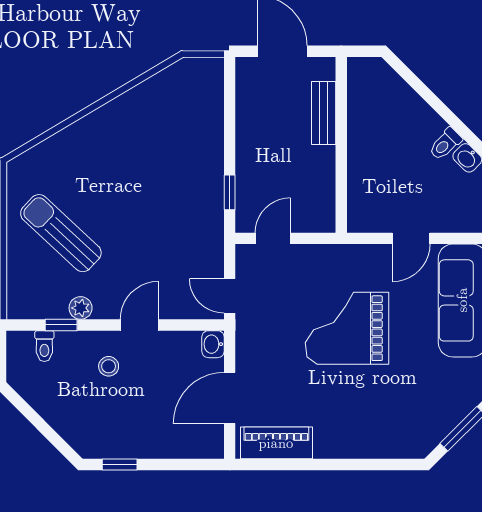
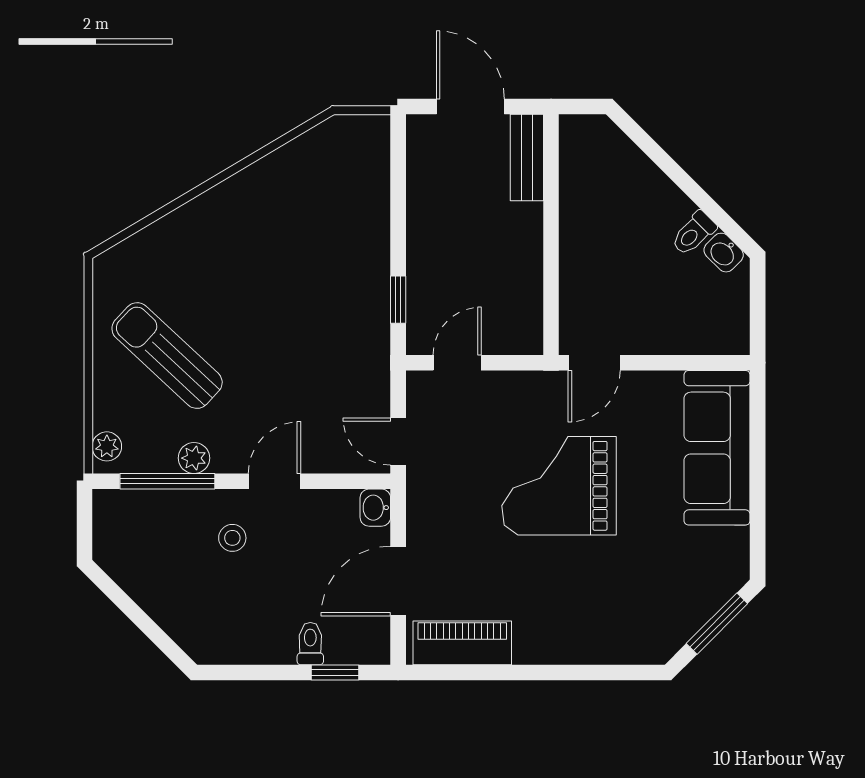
bench: (324, 113) -> (527, 158), moved
door: (411, 238) -> (594, 363), moved
plant: (17, 299) -> (107, 446), added
window: (61, 325) -> (167, 481), width x2.17
toilet: (44, 346) -> (310, 644), moved, turned 180
window: (120, 465) -> (335, 672), moved

